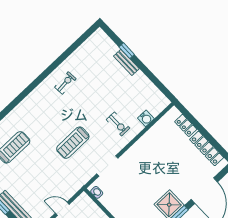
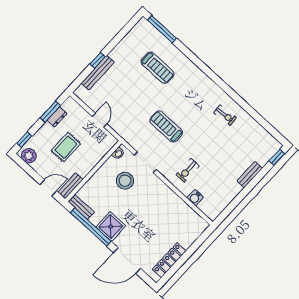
window: (127, 51) -> (277, 157), moved
locker: (186, 125) -> (191, 238), removed
stool: (124, 187) -> (125, 181), added

